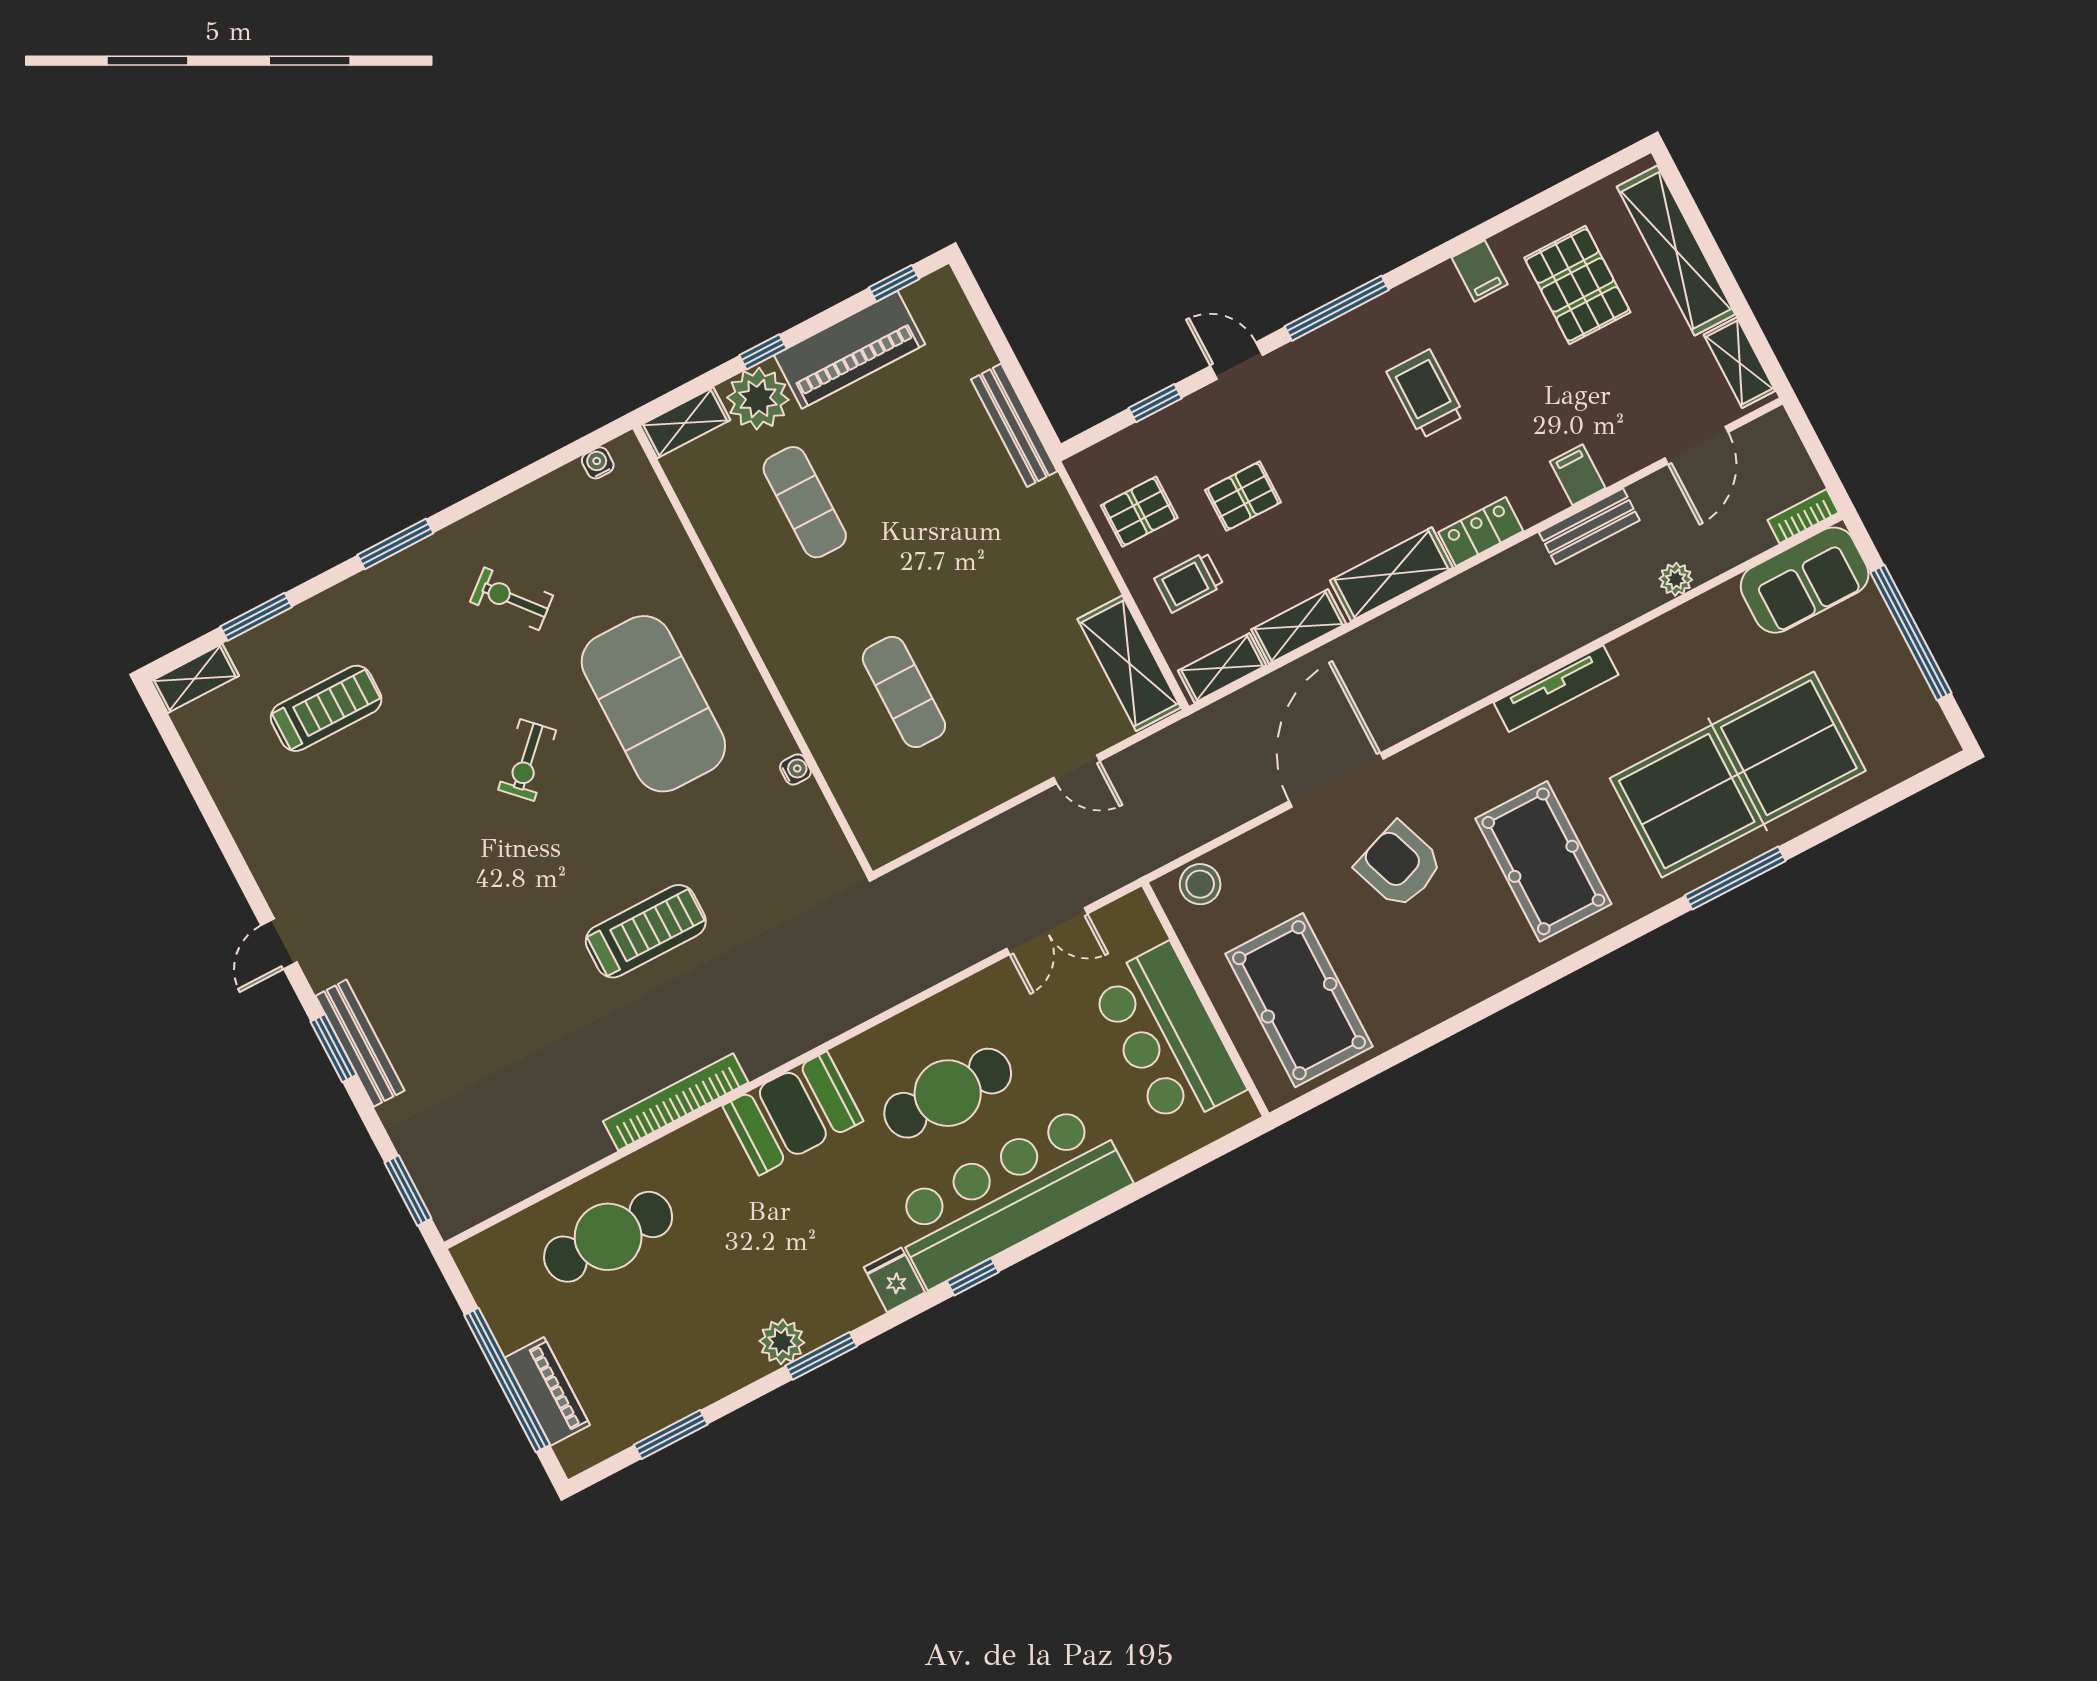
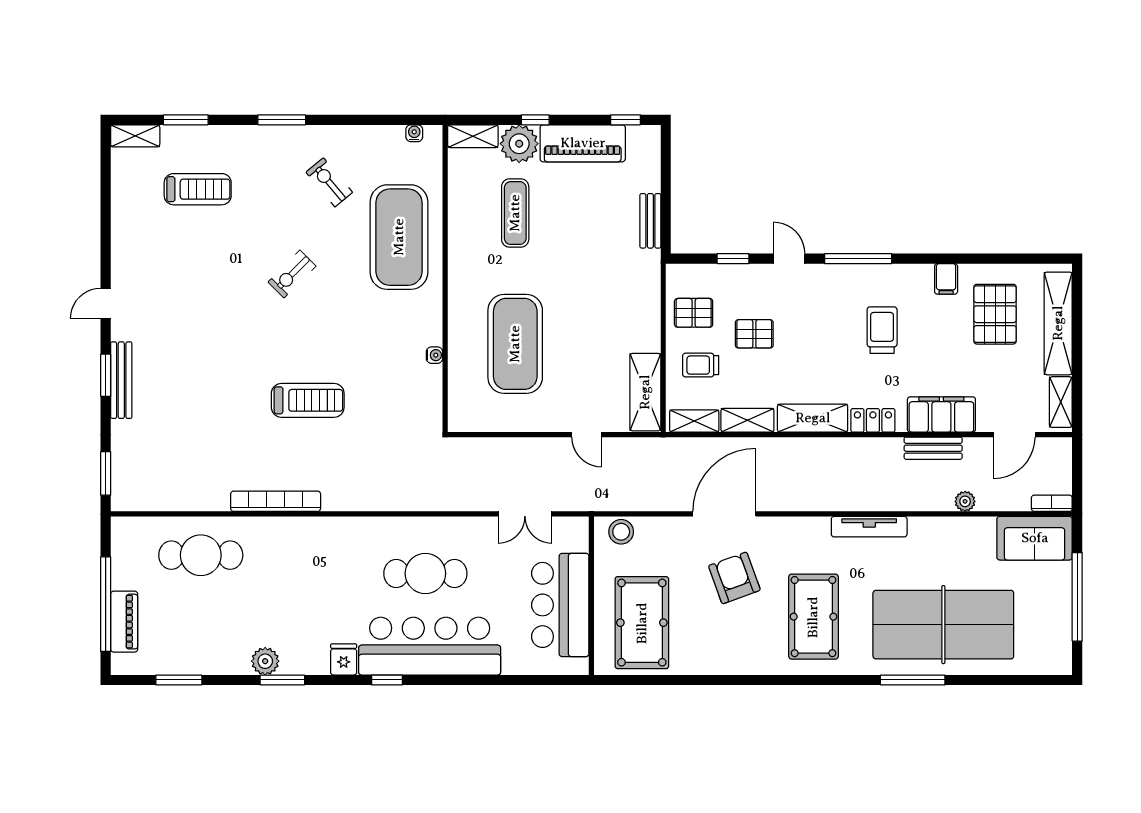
bench: (1014, 425) -> (650, 221), width x0.73
filing cabinet: (1578, 475) -> (941, 414), width x3.00, depth x1.17
exercise mat: (904, 692) -> (515, 344), width x2.00, depth x1.45
exercise mat: (653, 704) -> (399, 237), moved
booth: (793, 1113) -> (336, 541), removed

